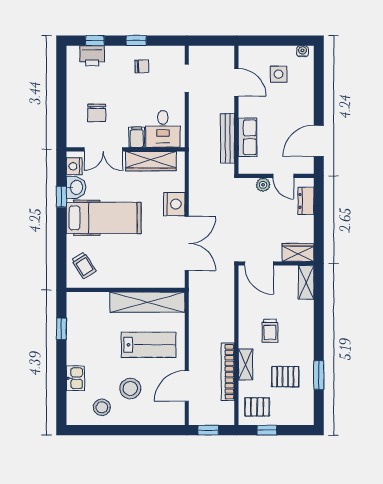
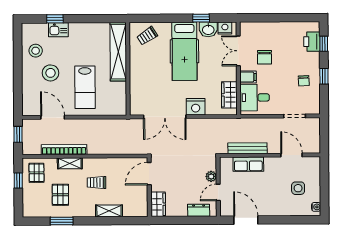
door: (236, 82) -> (292, 155), swing flipped
chair: (97, 113) -> (265, 57), moved, turned -90
wardrobe: (151, 161) -> (229, 95), width x0.67
shelving: (306, 282) -> (109, 211), moved
shelving: (147, 302) -> (118, 52), moved
window: (61, 329) -> (55, 19), moved

